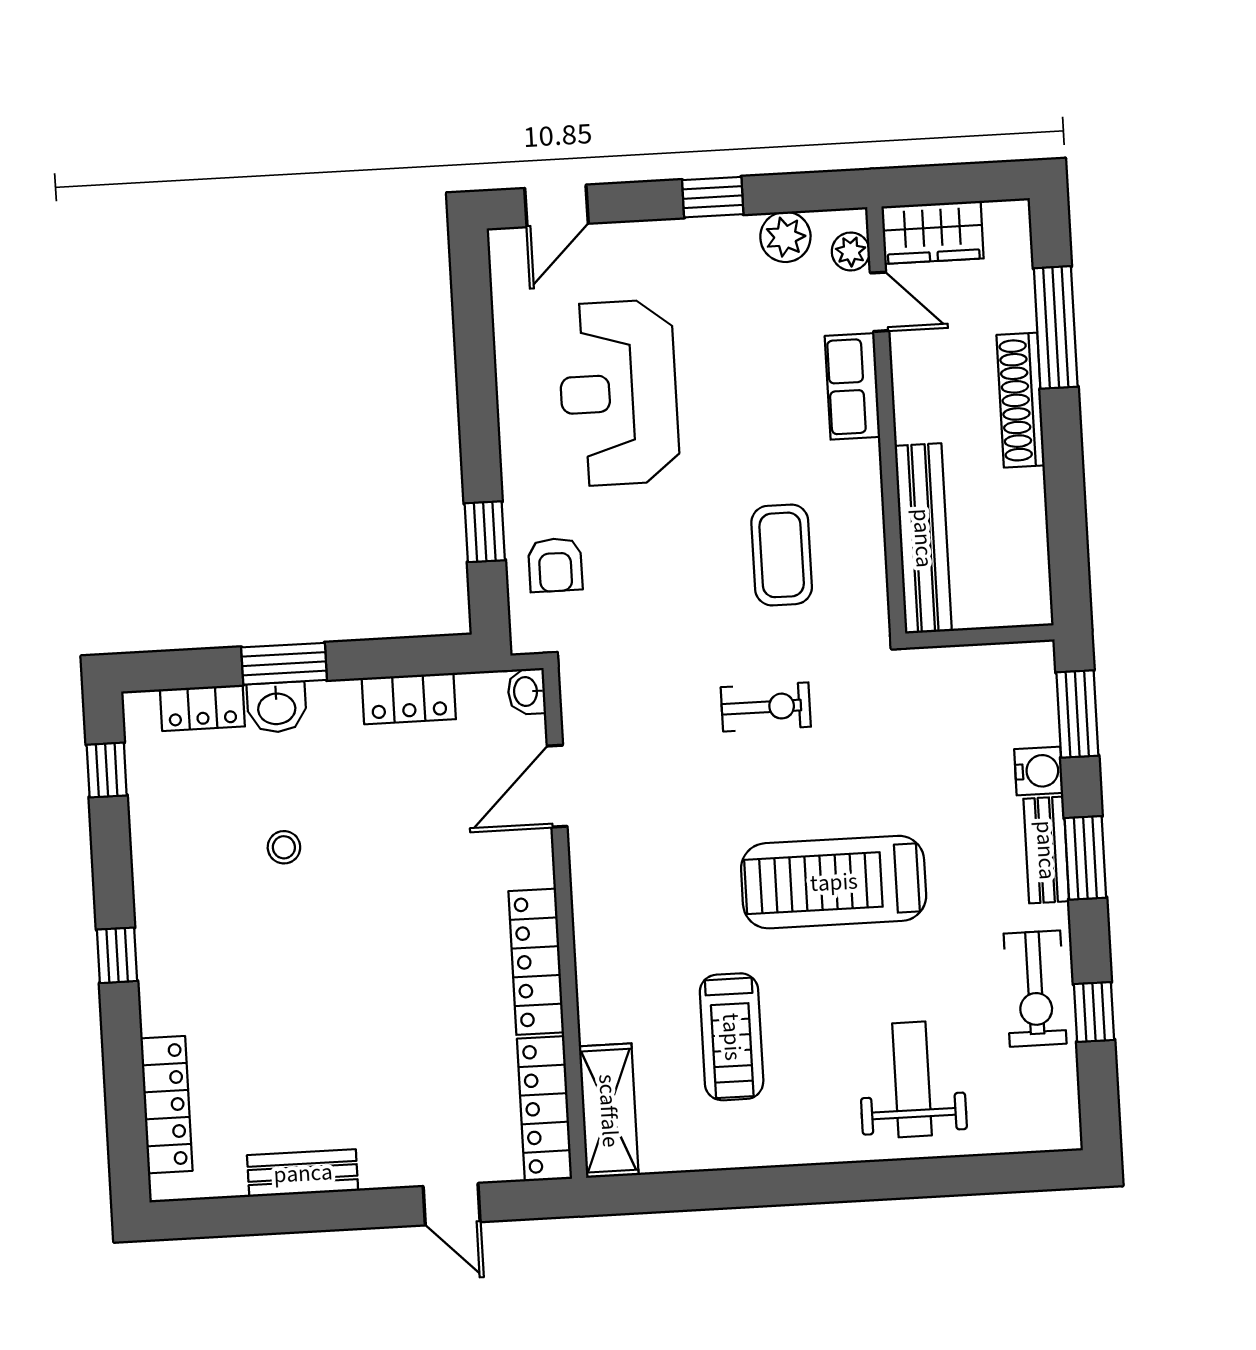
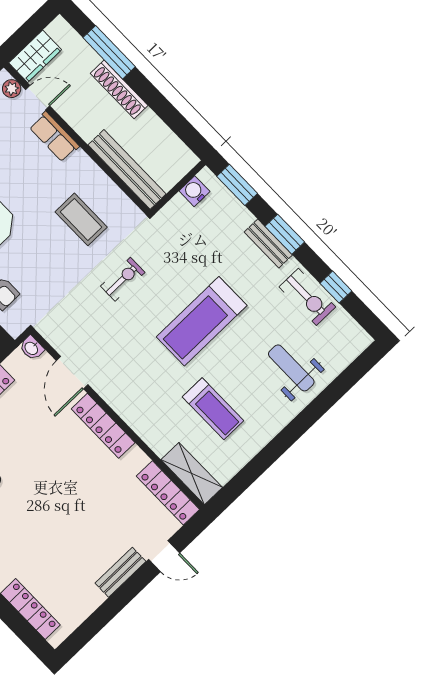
water cooler: (1039, 771) -> (194, 191), moved, turned -90
locker: (536, 962) -> (103, 426), moved
bench: (303, 1173) -> (120, 572), moved

